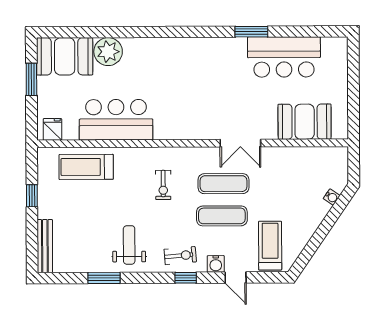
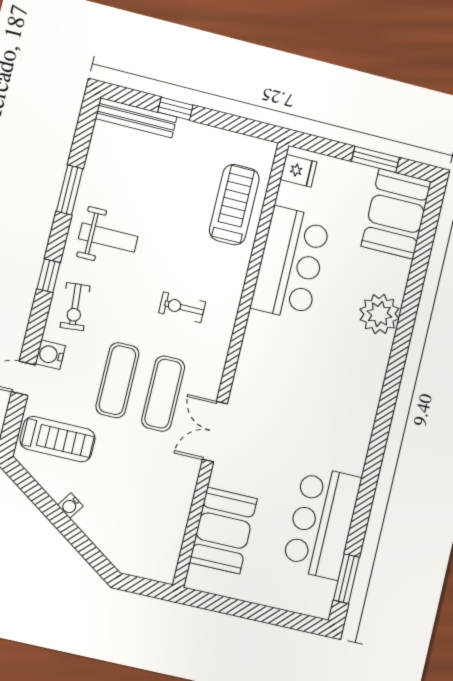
window: (251, 32) -> (346, 579), moved
plant: (108, 52) -> (379, 314), moved
window: (32, 196) -> (175, 109), moved
water cooler: (332, 197) -> (70, 506), moved
window: (186, 278) -> (49, 276), moved

